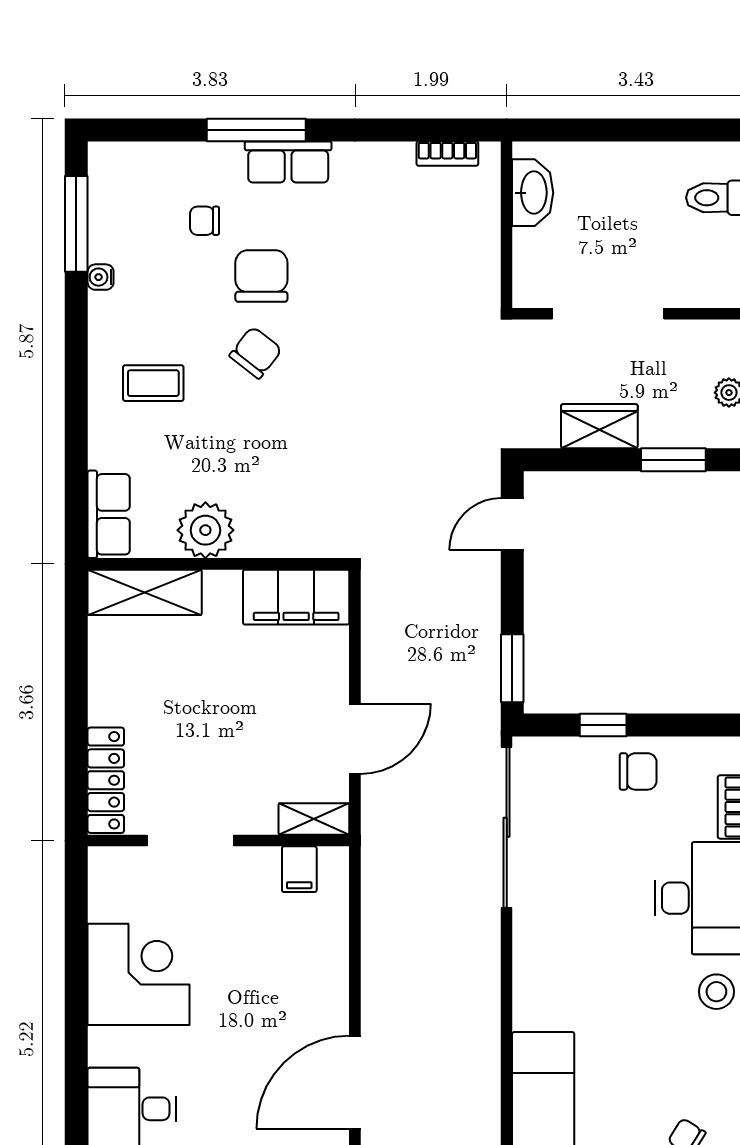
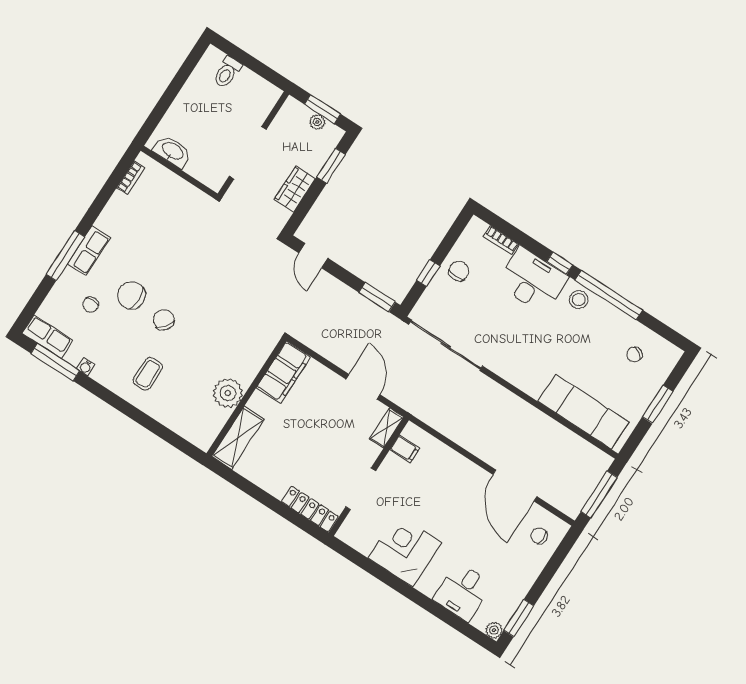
row of seats: (109, 514) -> (47, 337), moved

